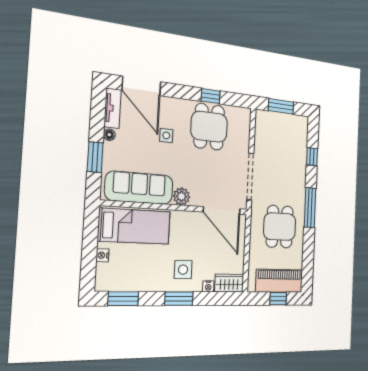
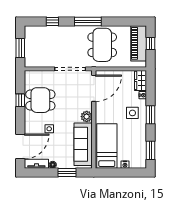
dining table: (280, 227) -> (102, 45), width x1.37

